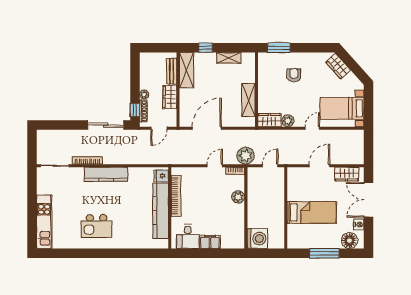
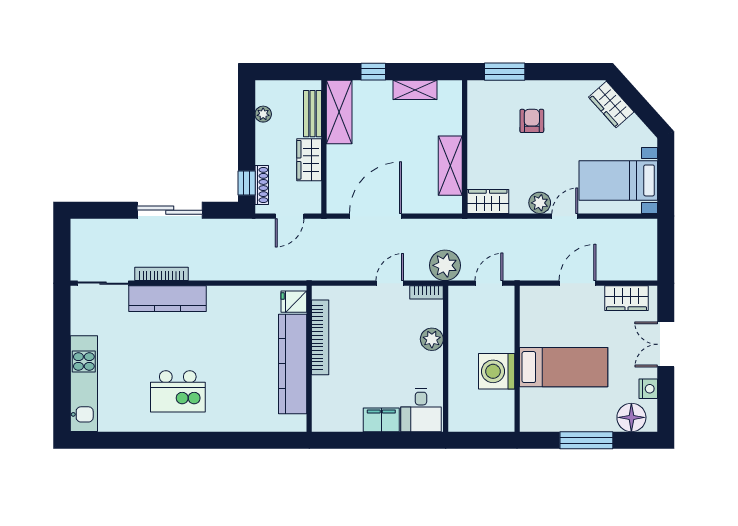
plant: (144, 94) -> (263, 114), moved
plant: (288, 121) -> (540, 203), moved
sliding door: (106, 125) -> (170, 210), moved
kitchen counter: (106, 174) -> (168, 299), moved
double door: (369, 200) -> (666, 344), width x0.73
desk: (188, 236) -> (421, 410), moved
washing machine: (257, 239) -> (497, 371), moved, turned 180

